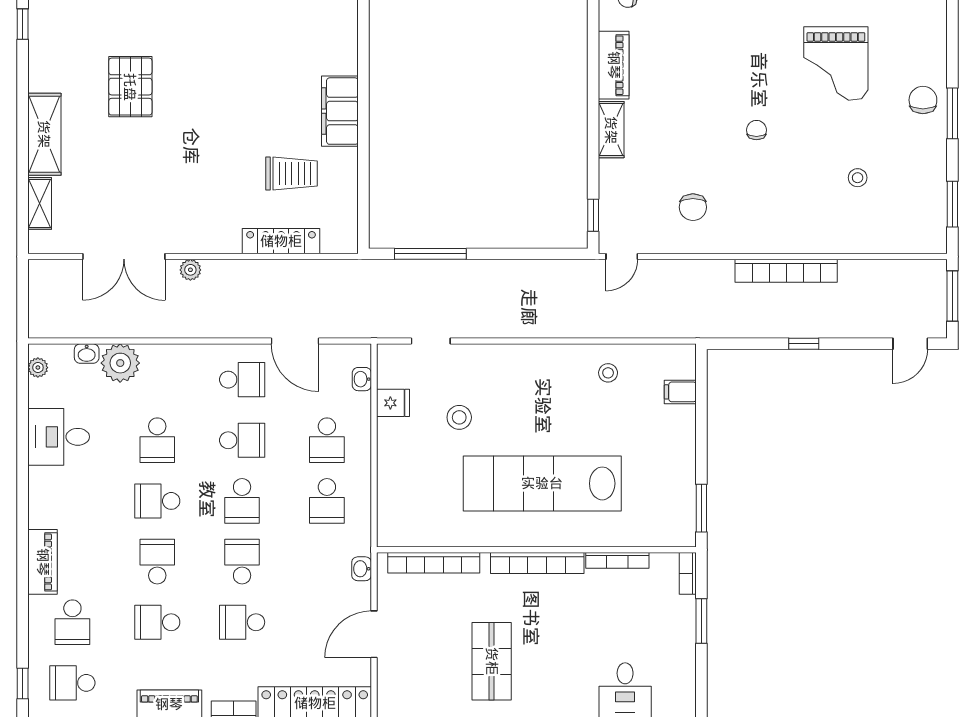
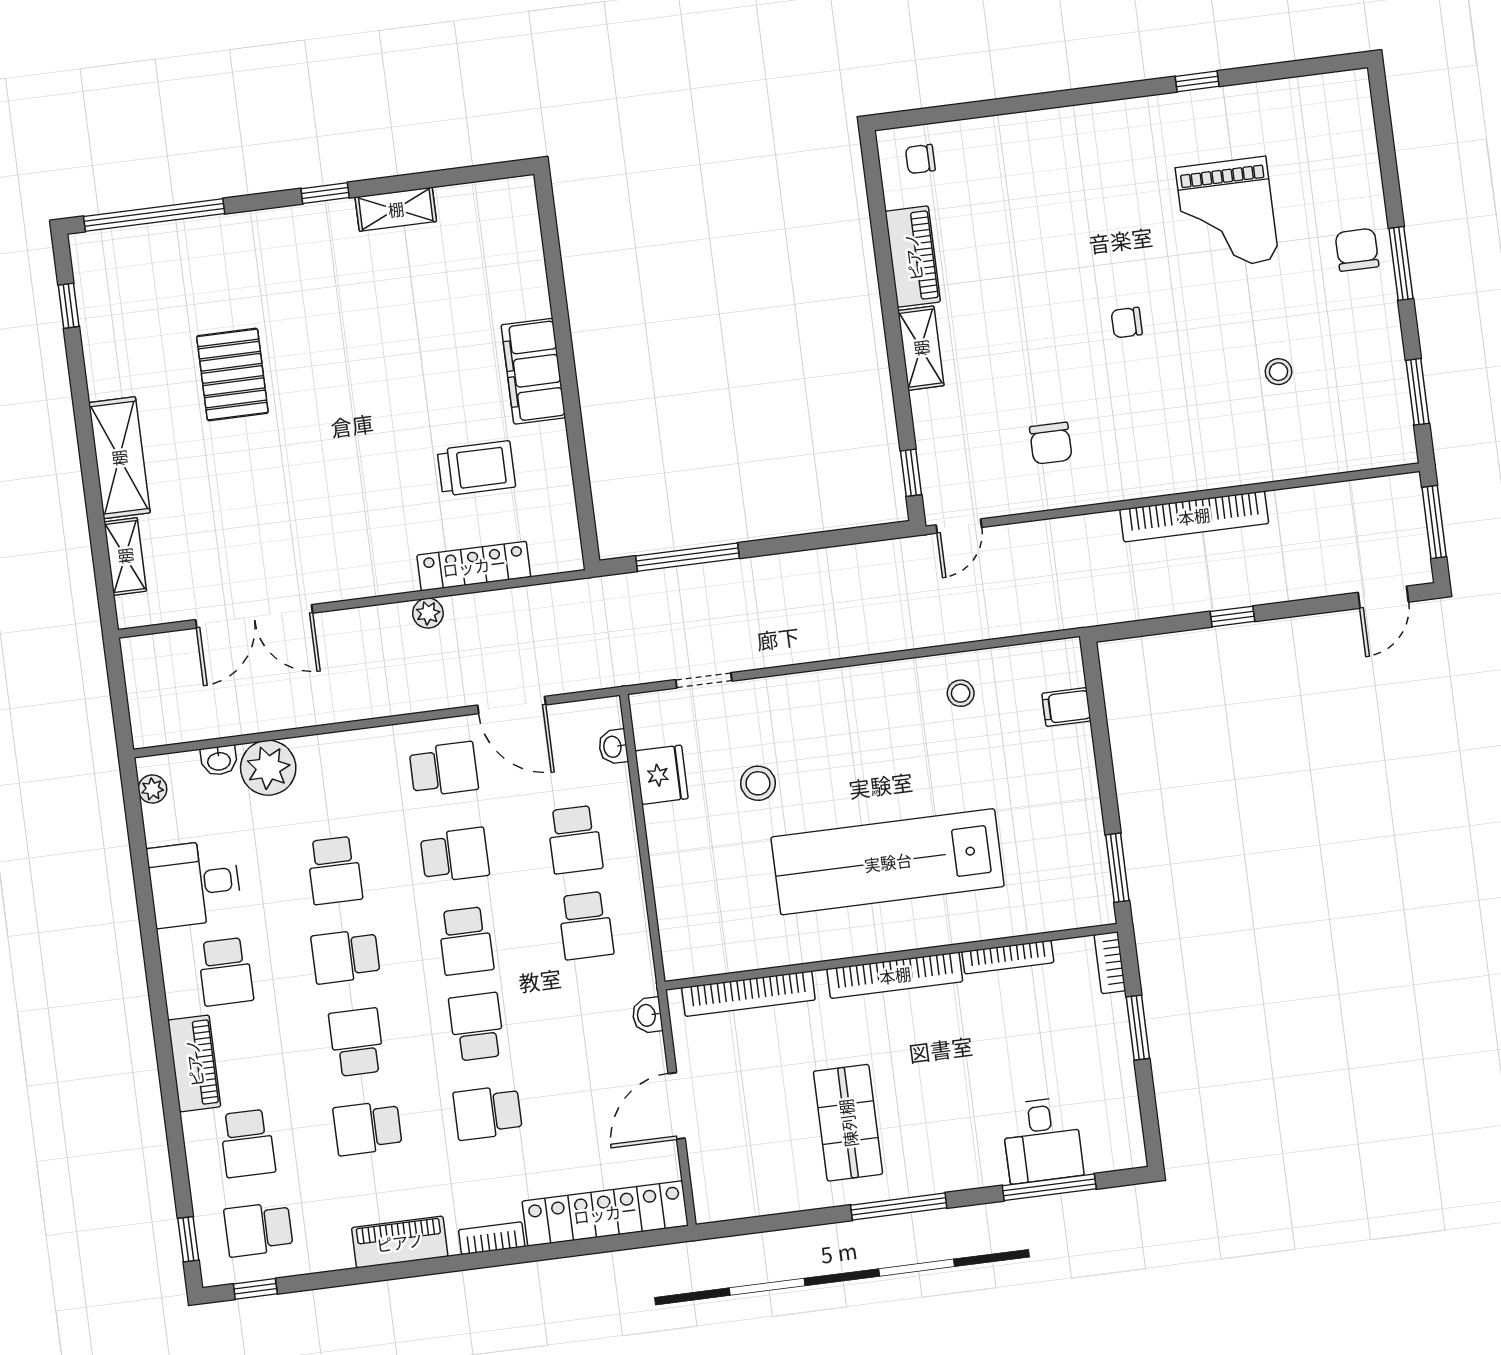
chair: (756, 130) -> (1127, 323), turned -90
plant: (190, 270) -> (428, 613), moved
fridge: (393, 403) -> (662, 775), width x1.38
school desk: (72, 501) -> (225, 972), added

